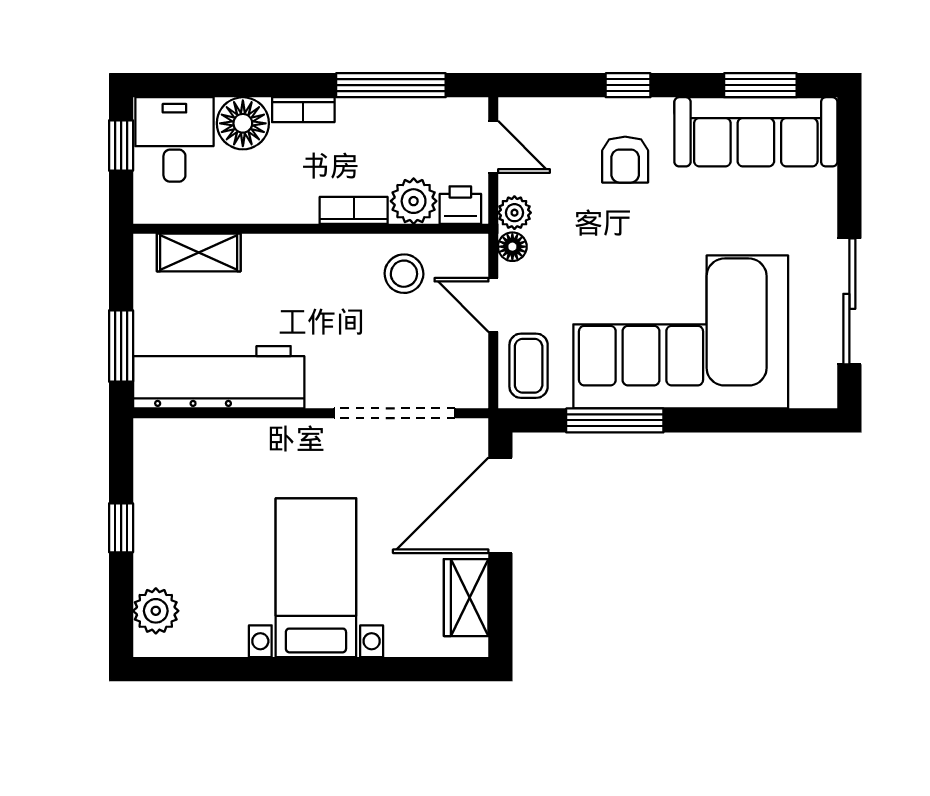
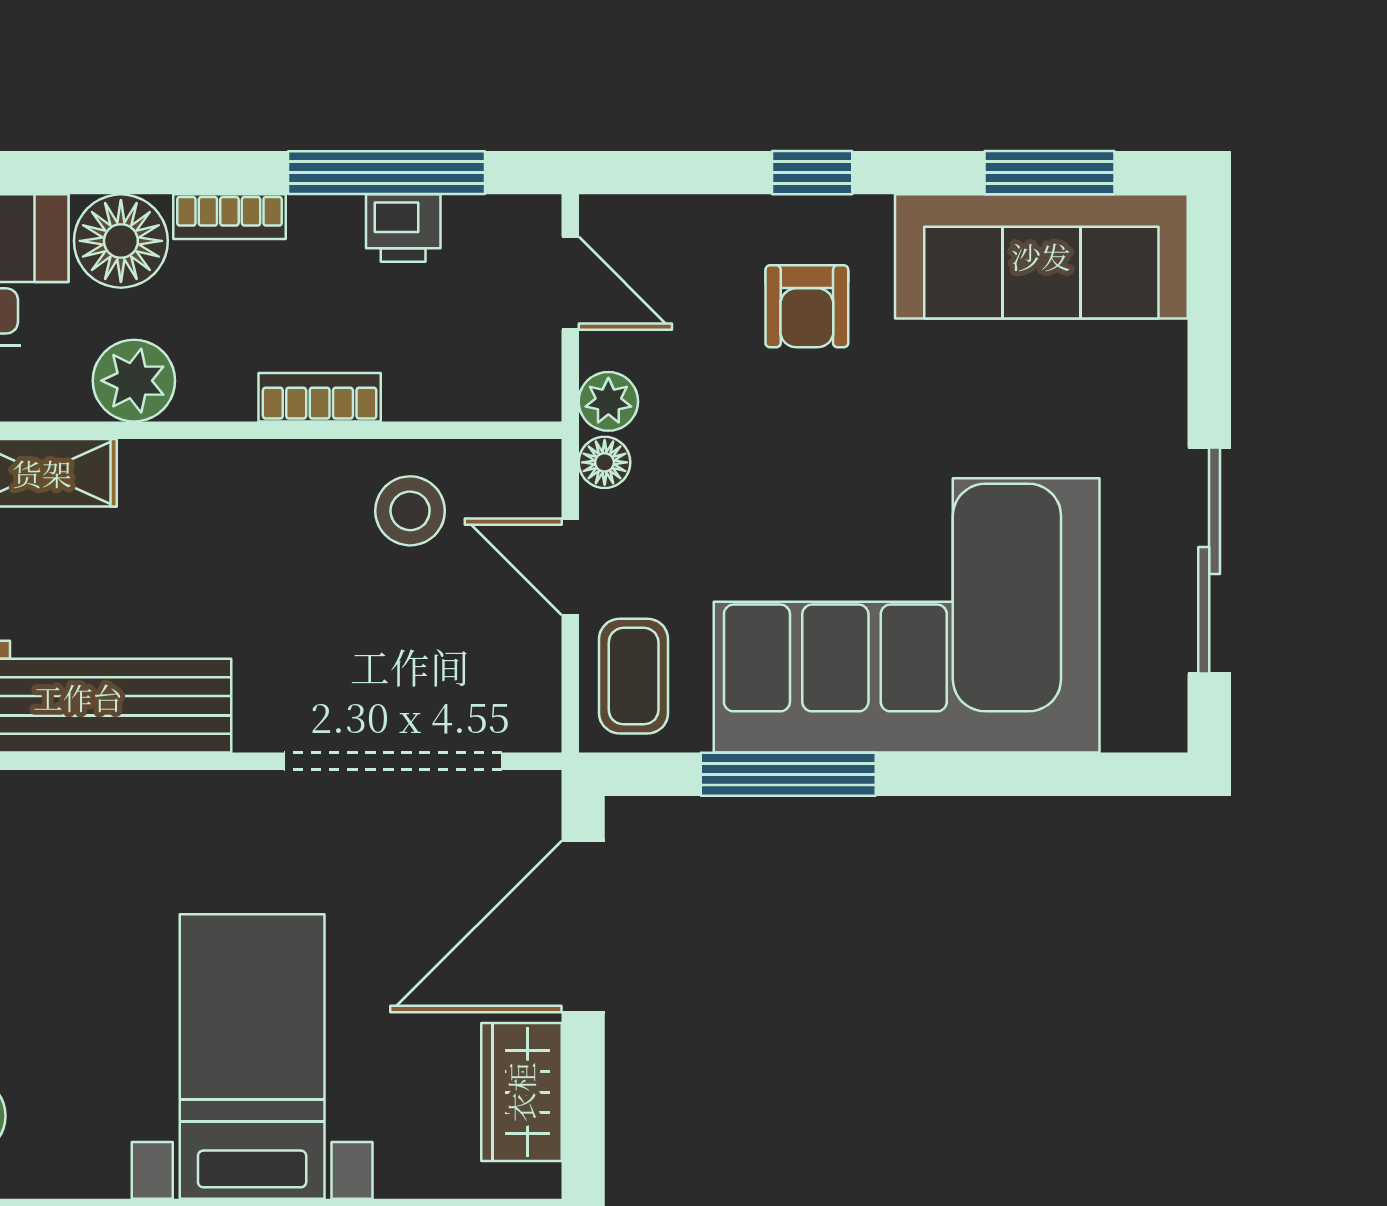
plant: (414, 201) -> (134, 381), moved
printer: (460, 205) -> (403, 228), moved, turned 180

